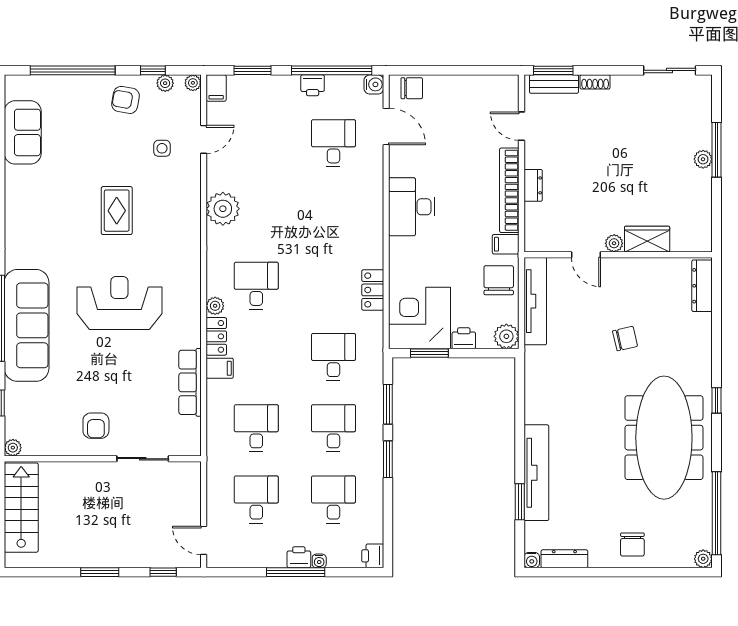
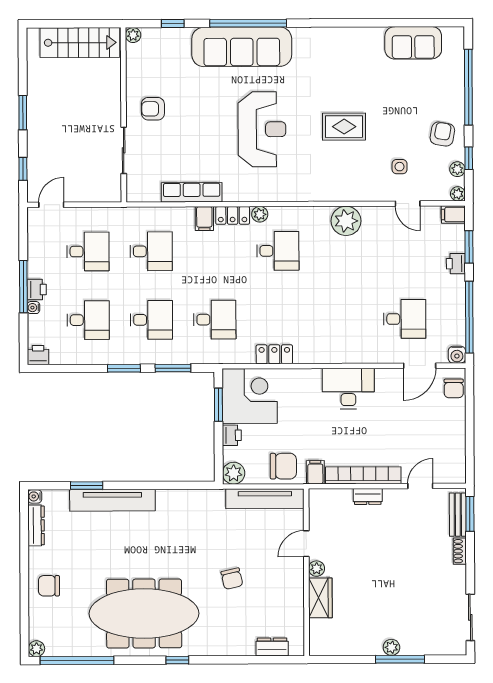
printer: (313, 85) -> (456, 264), moved
dresser: (702, 286) -> (272, 647), width x0.70

